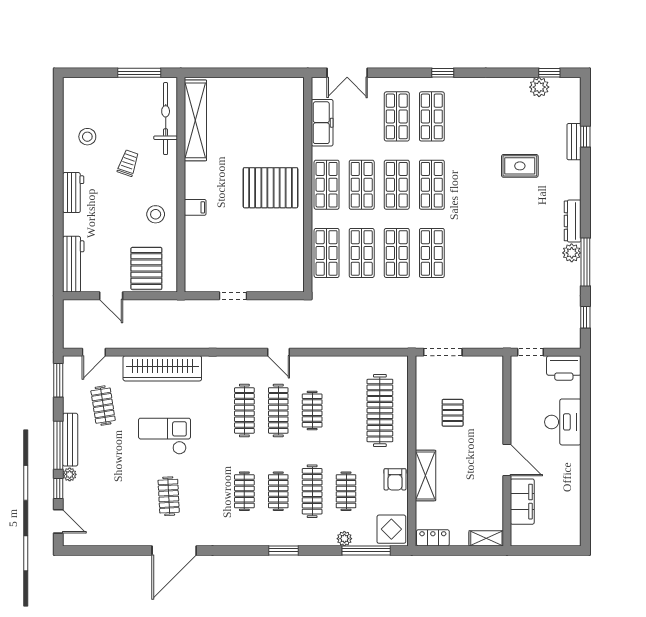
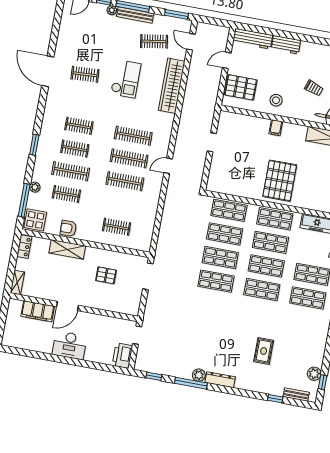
bench: (574, 142) -> (296, 395), moved
workbench: (73, 193) -> (286, 45), moved
clothes rail: (312, 410) -> (125, 181), width x1.36
clothes rail: (380, 410) -> (116, 227), width x0.54, depth x0.76
desk: (563, 422) -> (70, 345), moved

